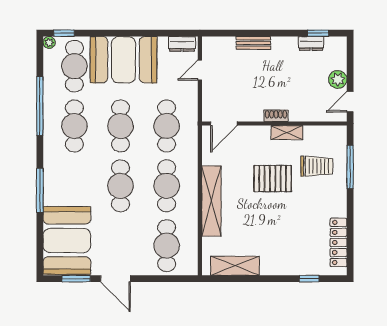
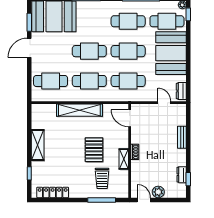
shelving: (235, 266) -> (38, 145), moved

